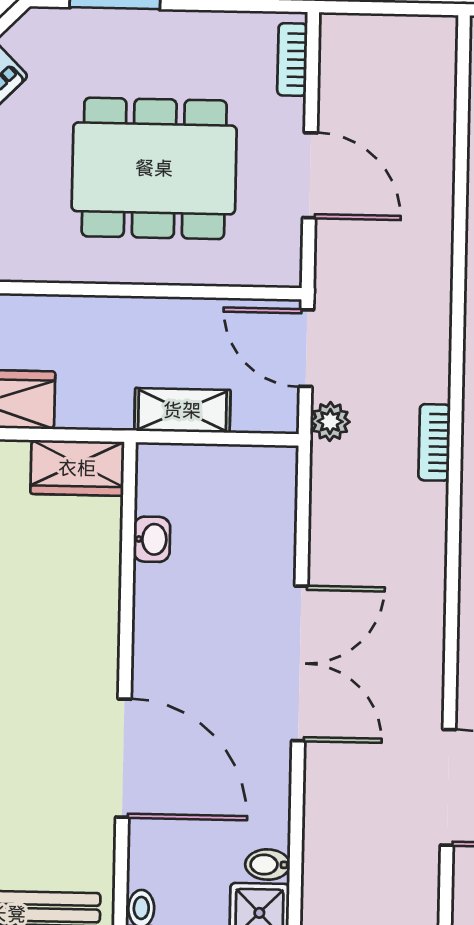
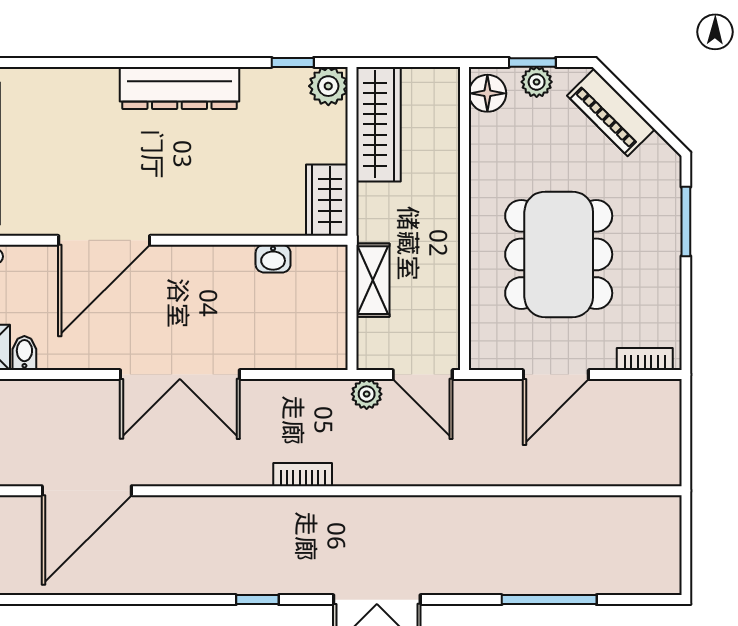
door: (306, 348) -> (423, 375), swing flipped
bookcase: (434, 442) -> (303, 475), moved

